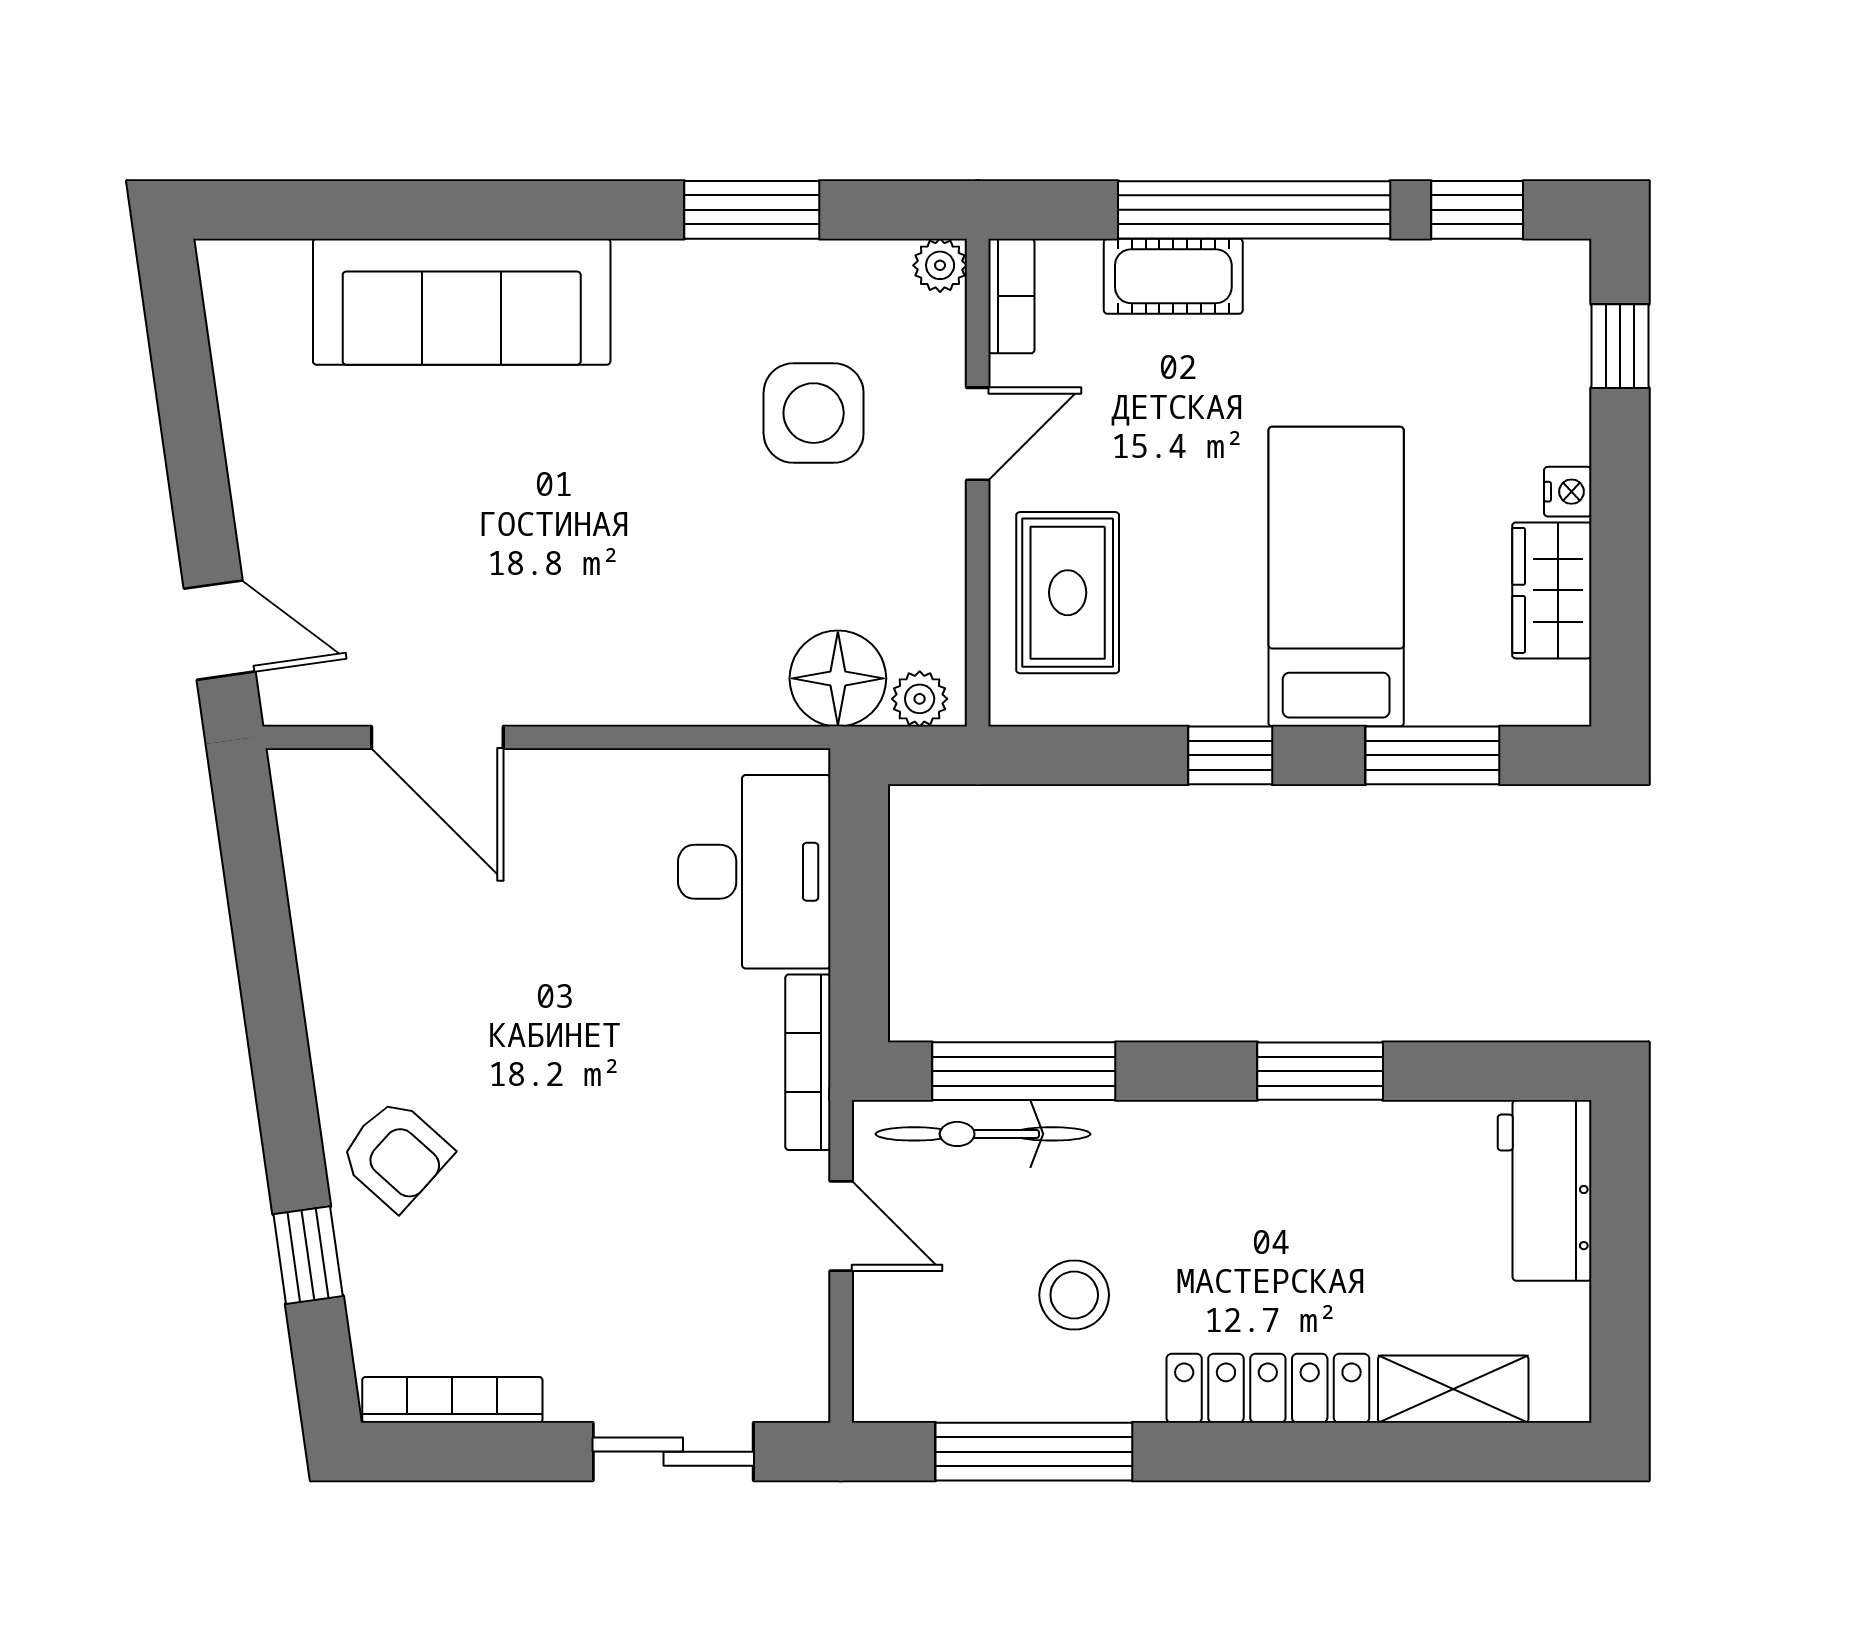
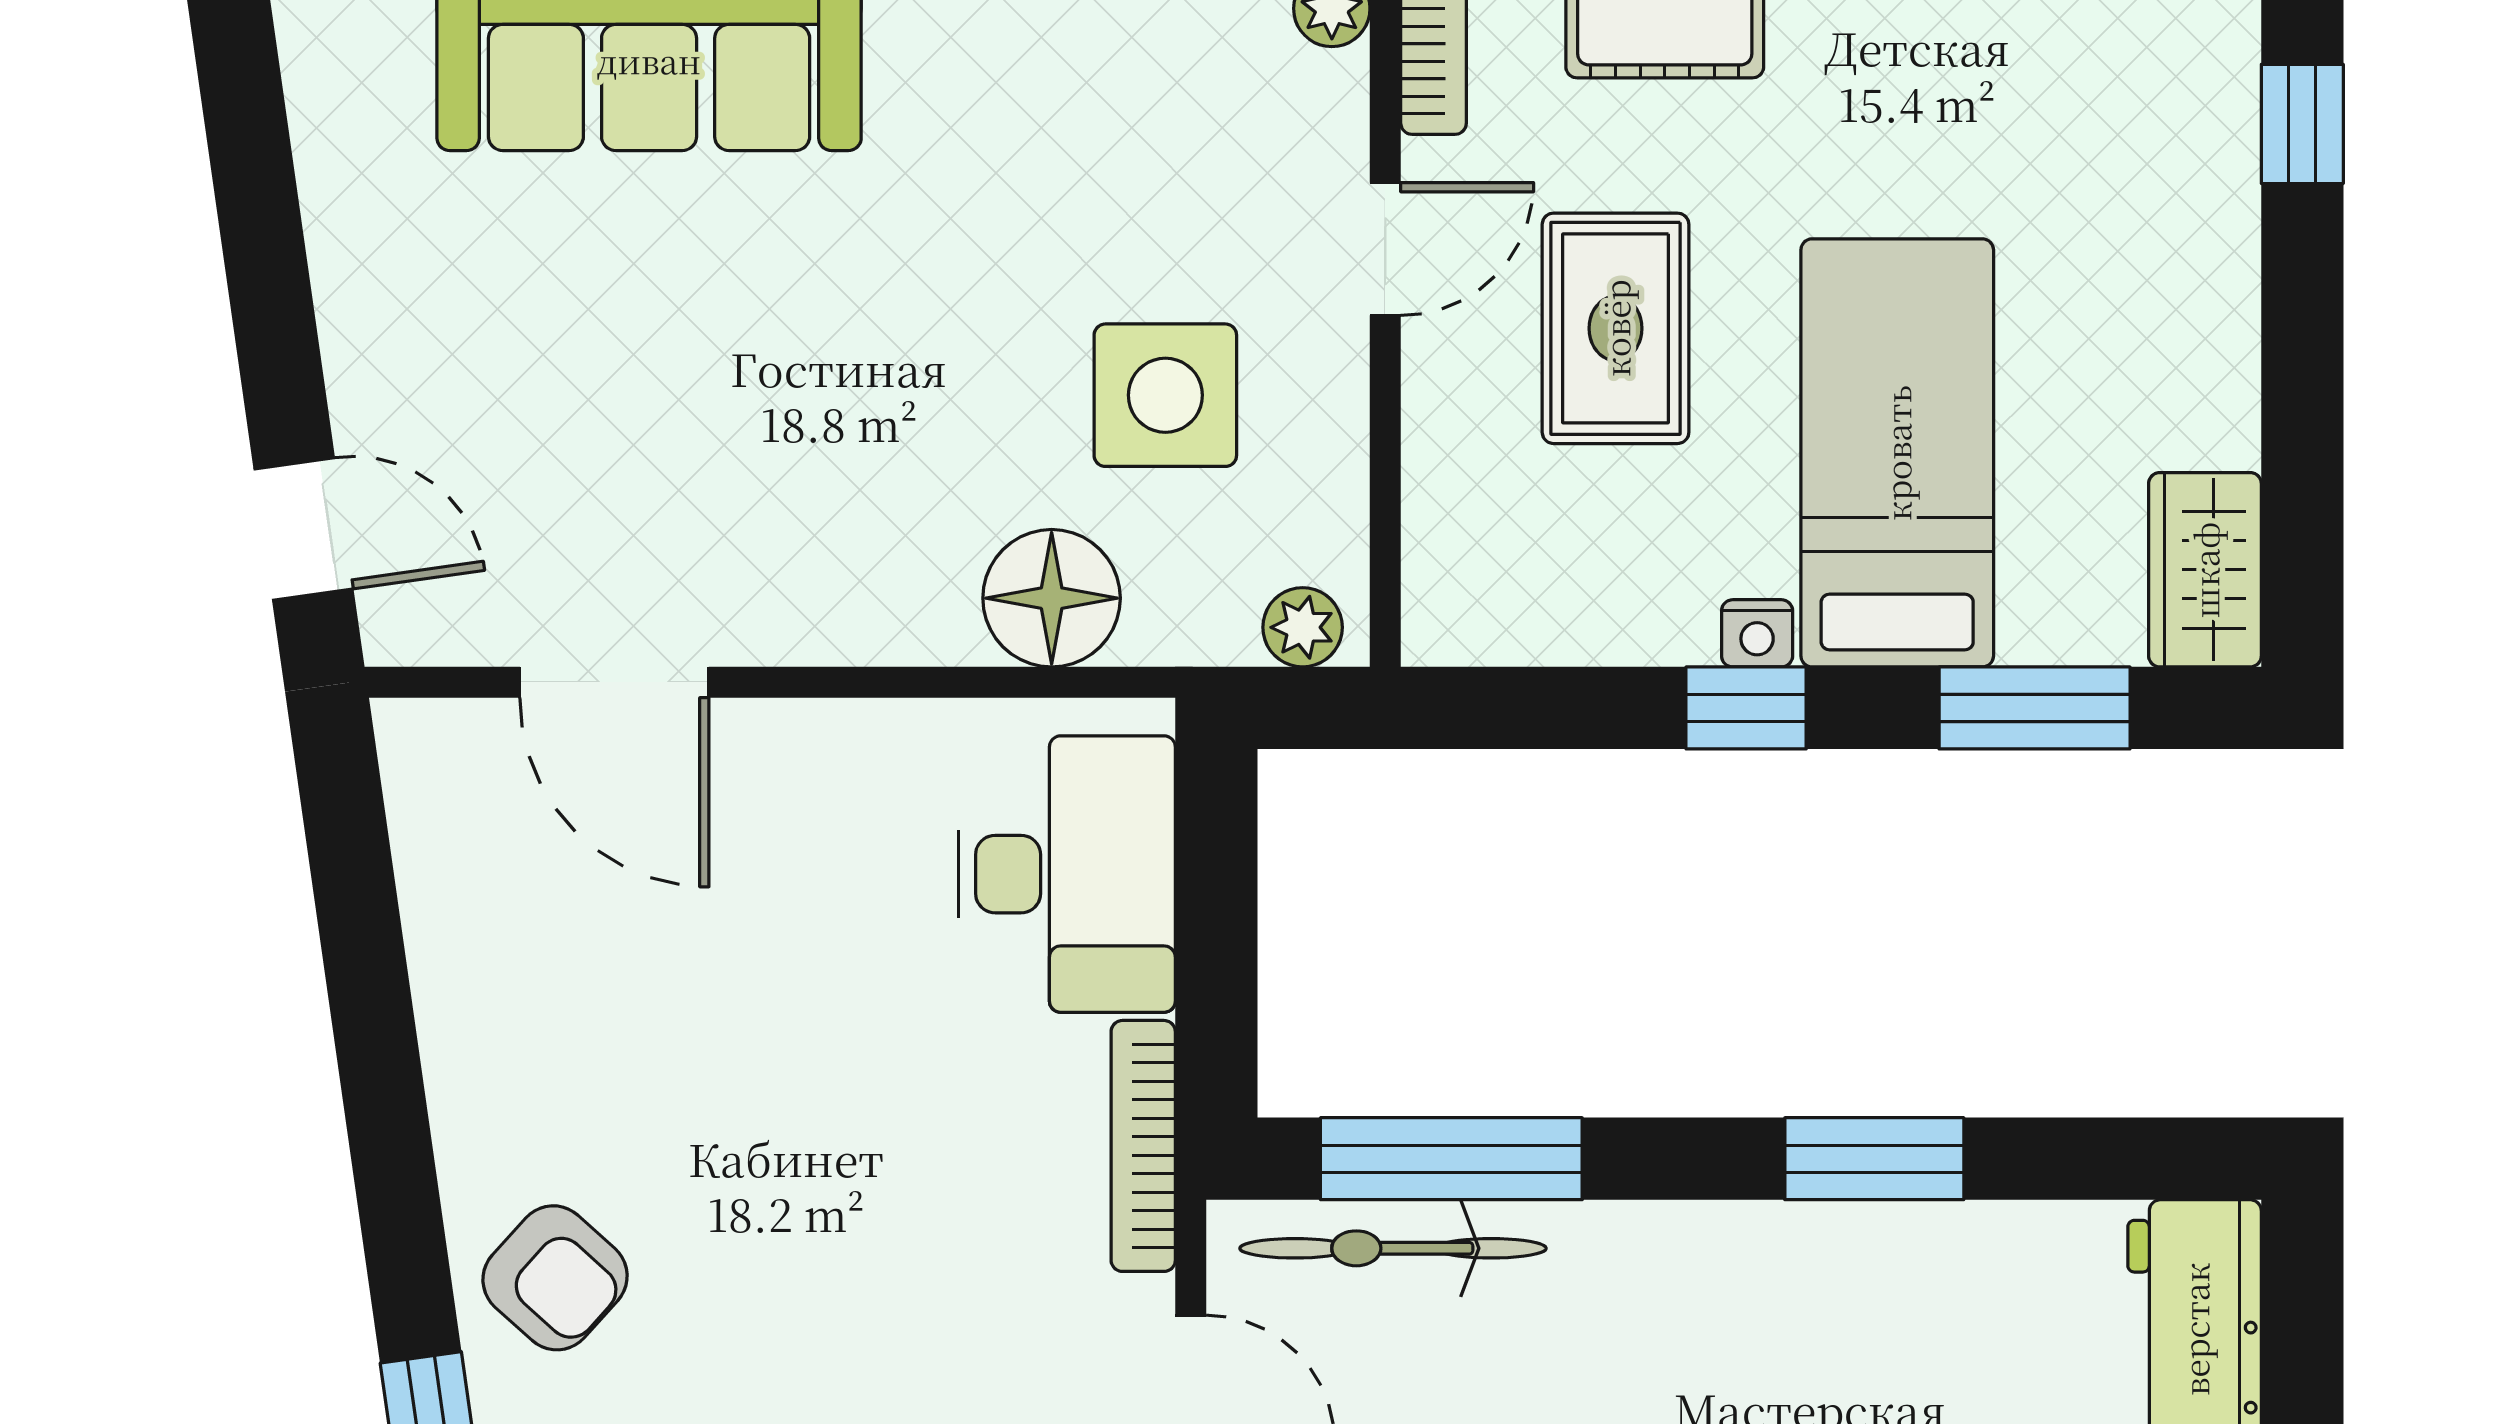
side table: (814, 413) -> (1165, 395), moved
nightstand: (1568, 492) -> (1757, 633), moved, turned 90
wardrobe: (1552, 590) -> (2205, 570), moved
rug: (1068, 593) -> (1616, 328), moved
floor lamp: (838, 678) -> (1052, 598), moved

